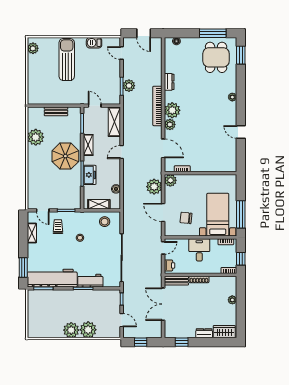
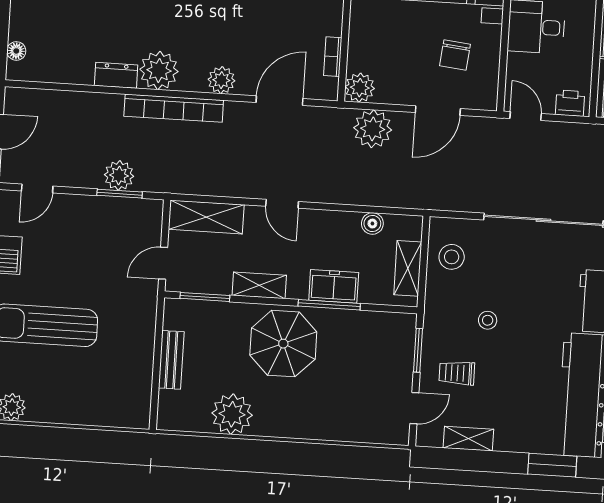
plant: (172, 110) -> (159, 70), moved

